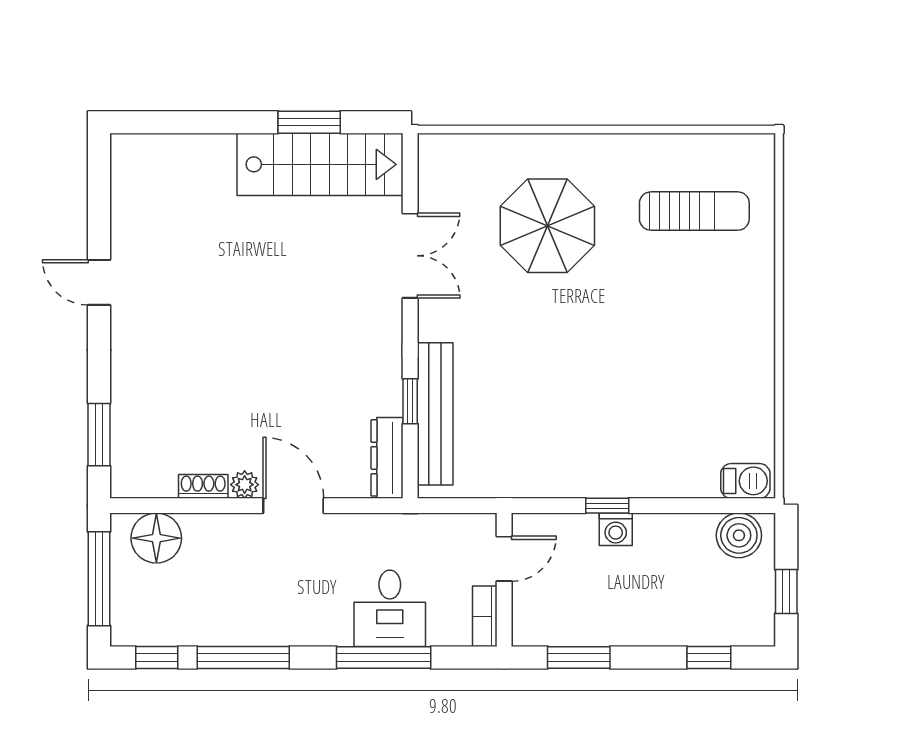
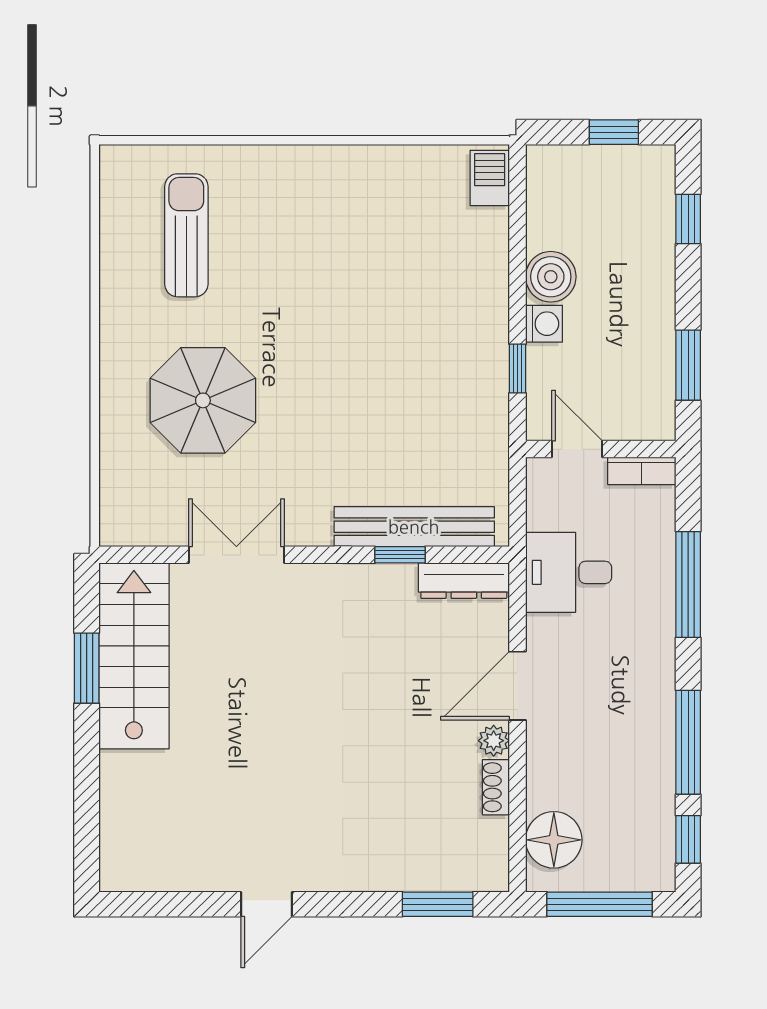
window: (607, 506) -> (517, 368), moved
boiler: (739, 535) -> (551, 277), moved
desk: (390, 608) -> (569, 572), moved, turned 180

